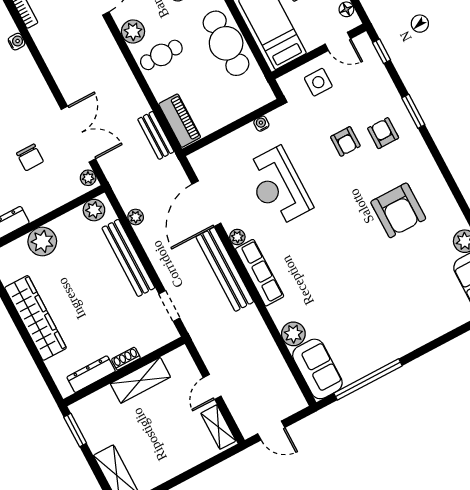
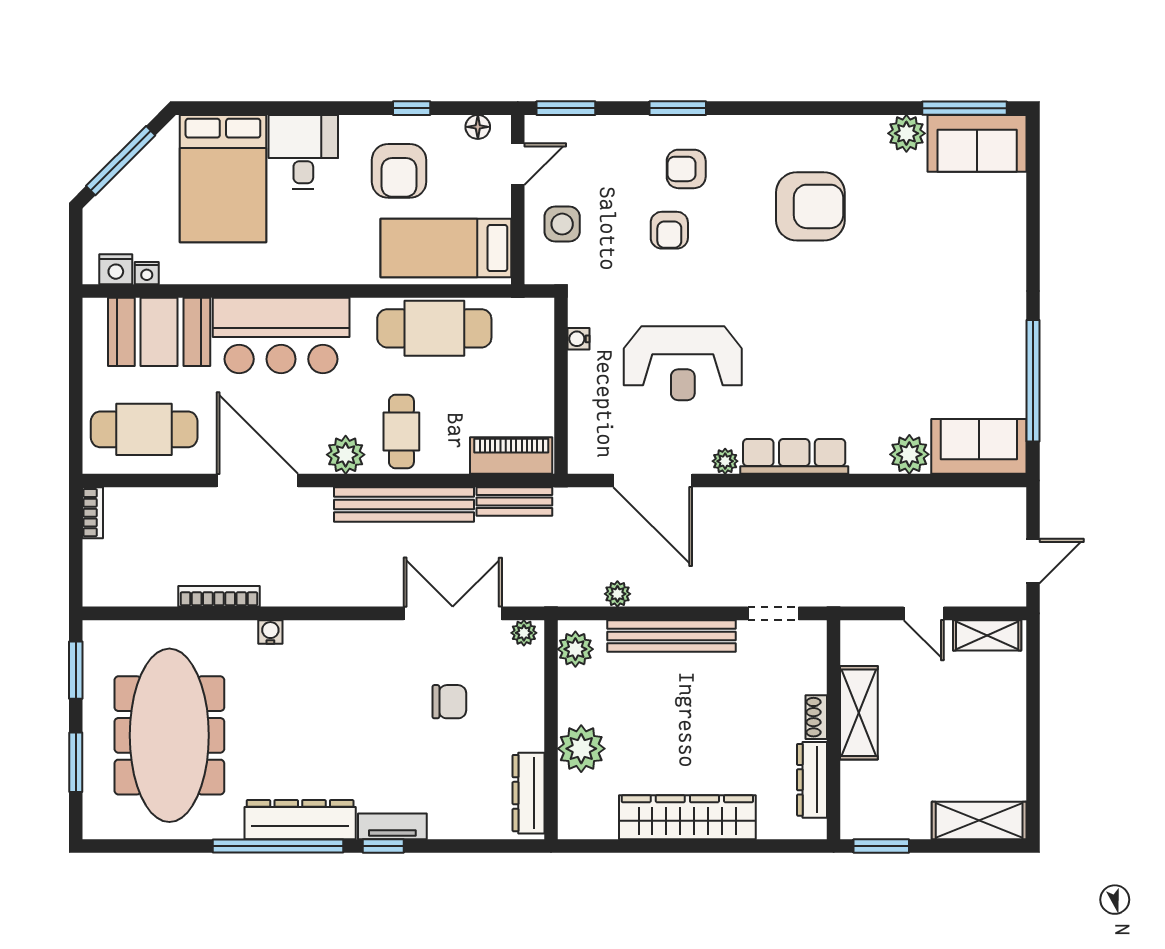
window: (382, 51) -> (566, 108), width x1.50
armchair: (345, 141) -> (669, 230), turned 90
bench: (225, 269) -> (404, 504), moved

